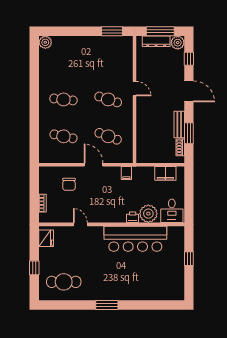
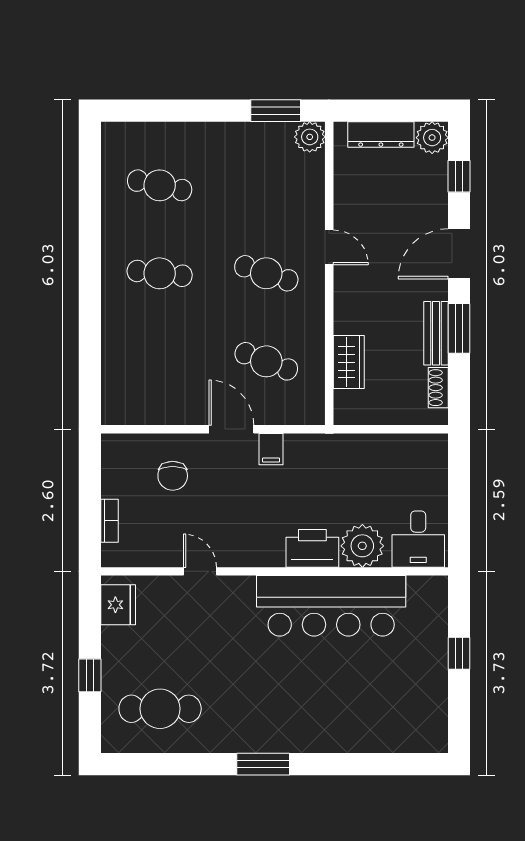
window: (160, 31) -> (391, 111), removed
plant: (45, 42) -> (310, 137), moved
door: (189, 91) -> (459, 254), swing flipped
window: (189, 133) -> (459, 328), moved
cafe table: (63, 136) -> (160, 185), moved
wardrobe: (143, 137) -> (349, 362), added
filing cabinet: (126, 173) -> (271, 449), moved
filing cabinet: (165, 173) -> (403, 450), removed
printer: (133, 217) -> (312, 548), width x1.87, depth x1.48

